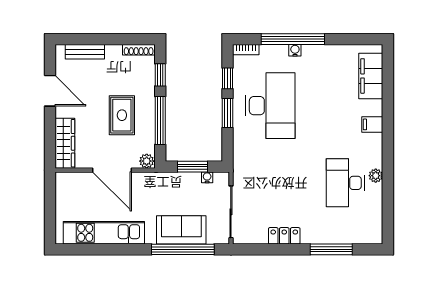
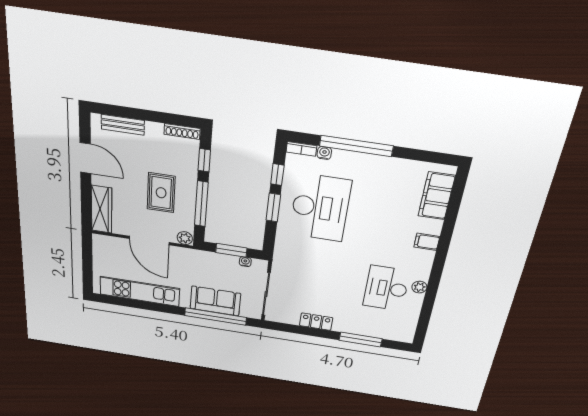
water cooler: (295, 50) -> (324, 153), moved

